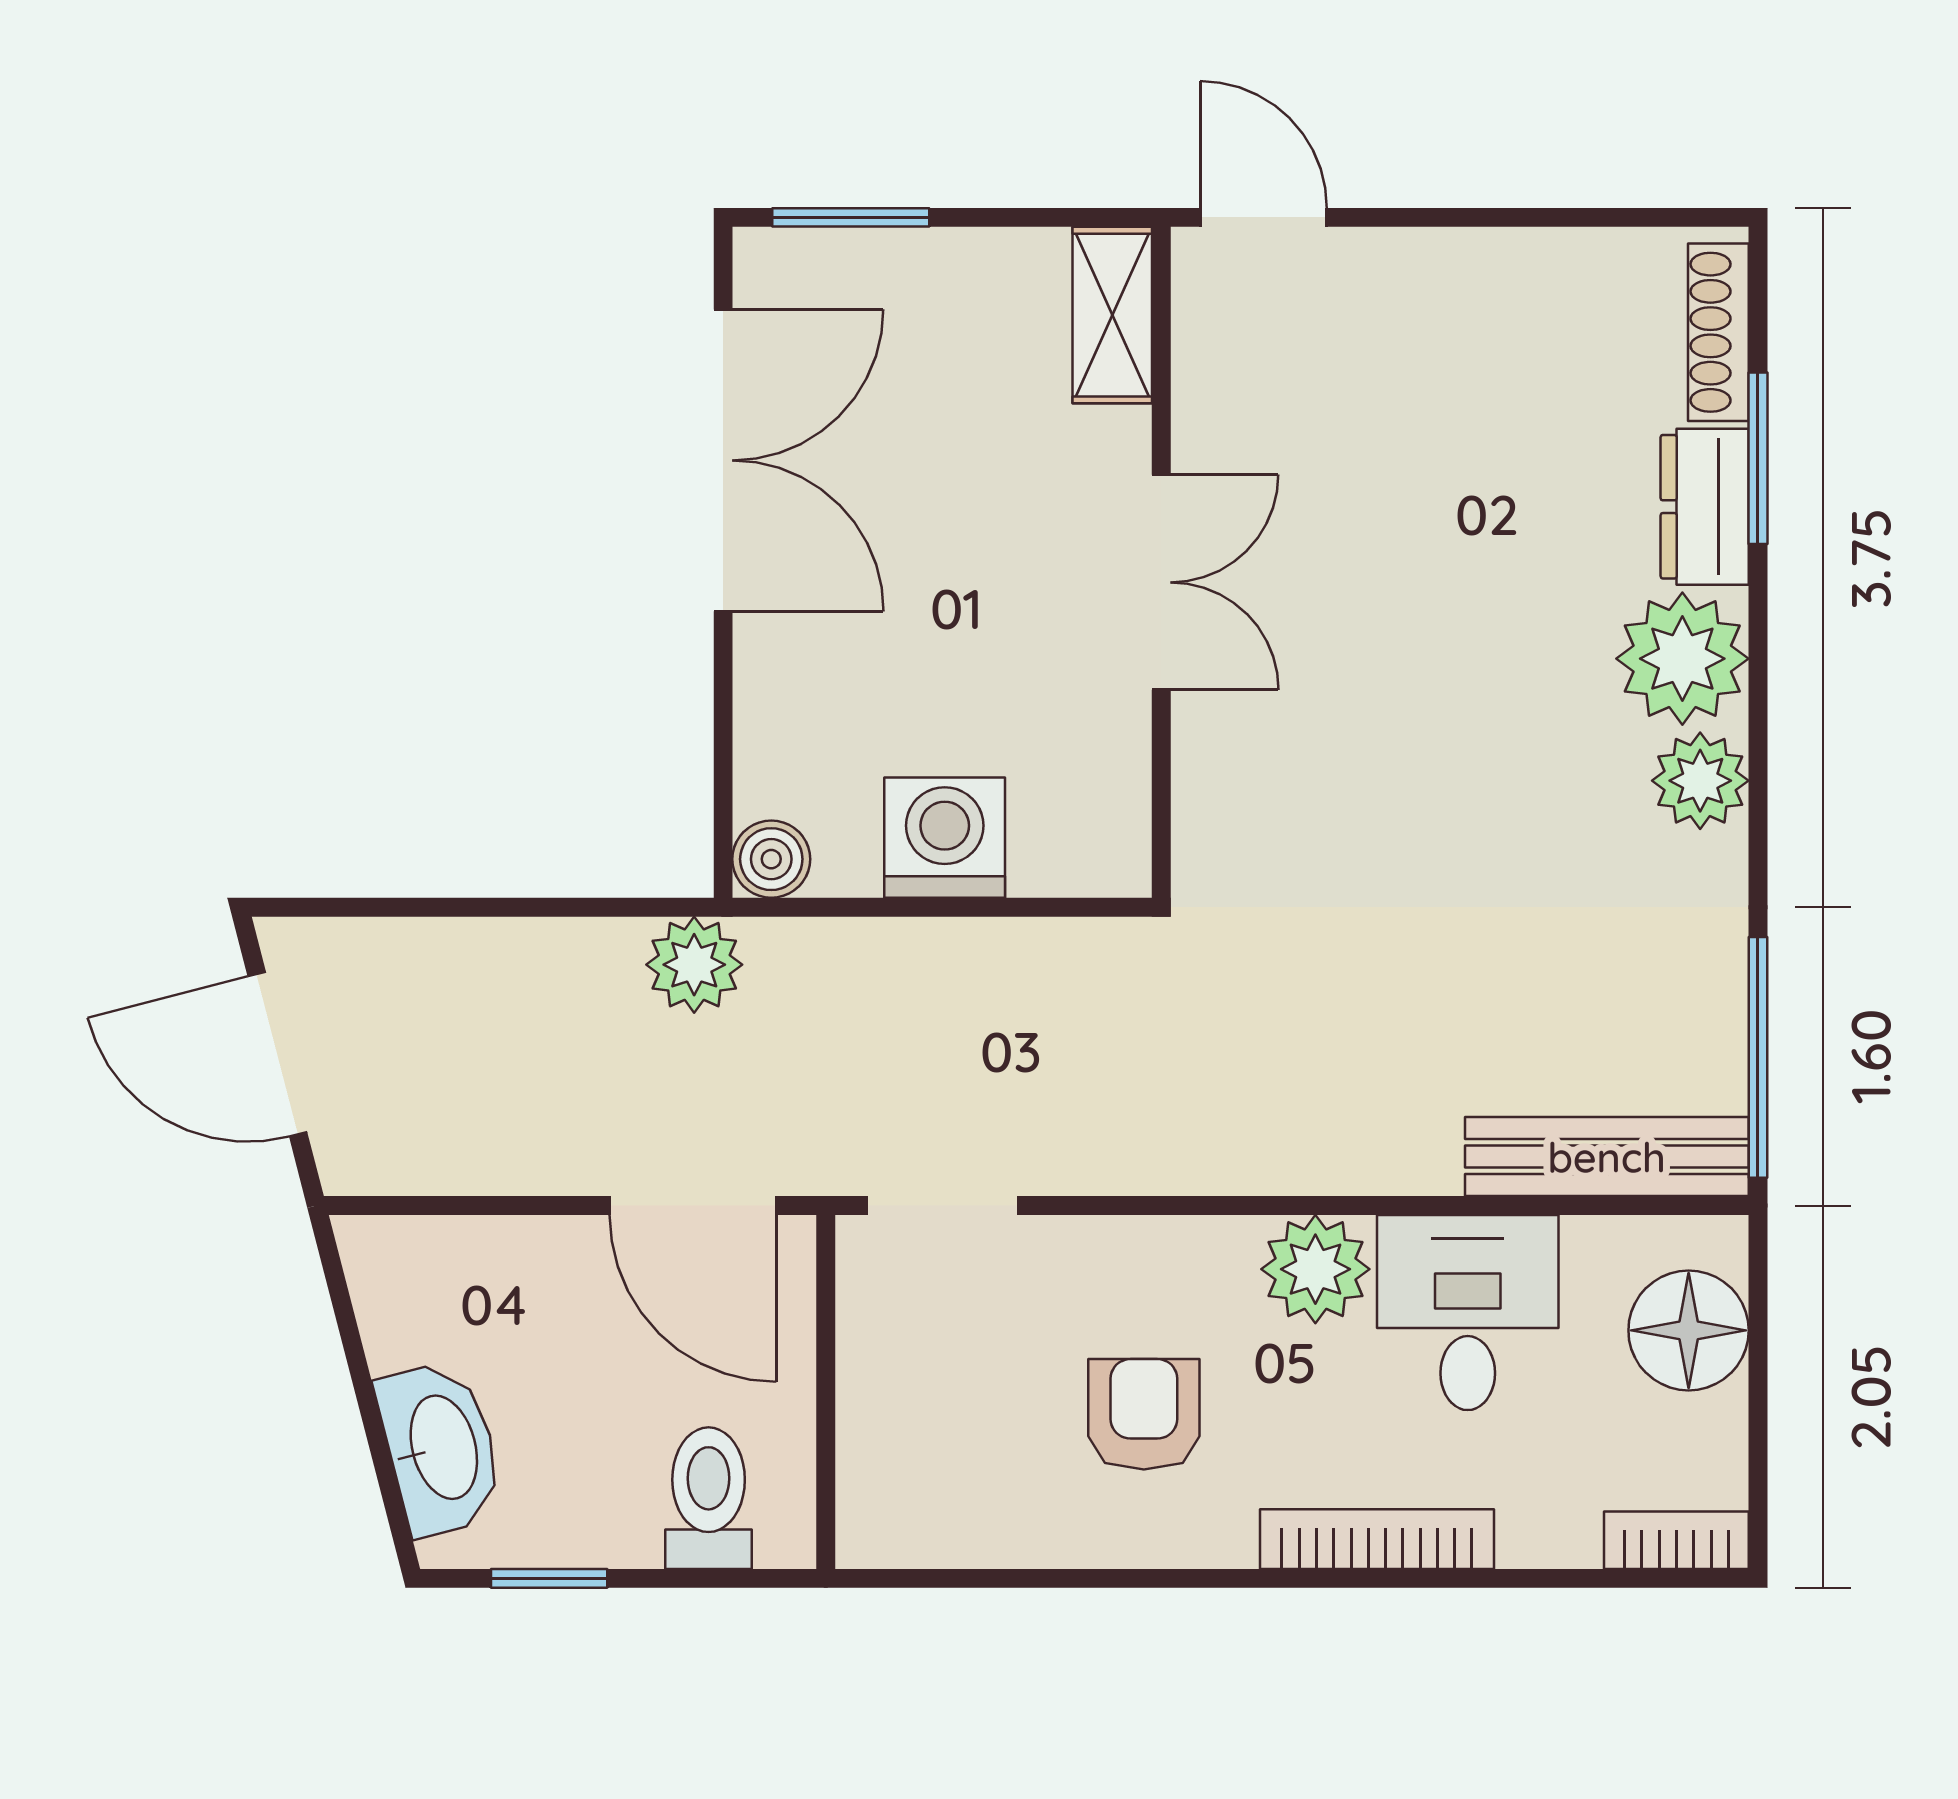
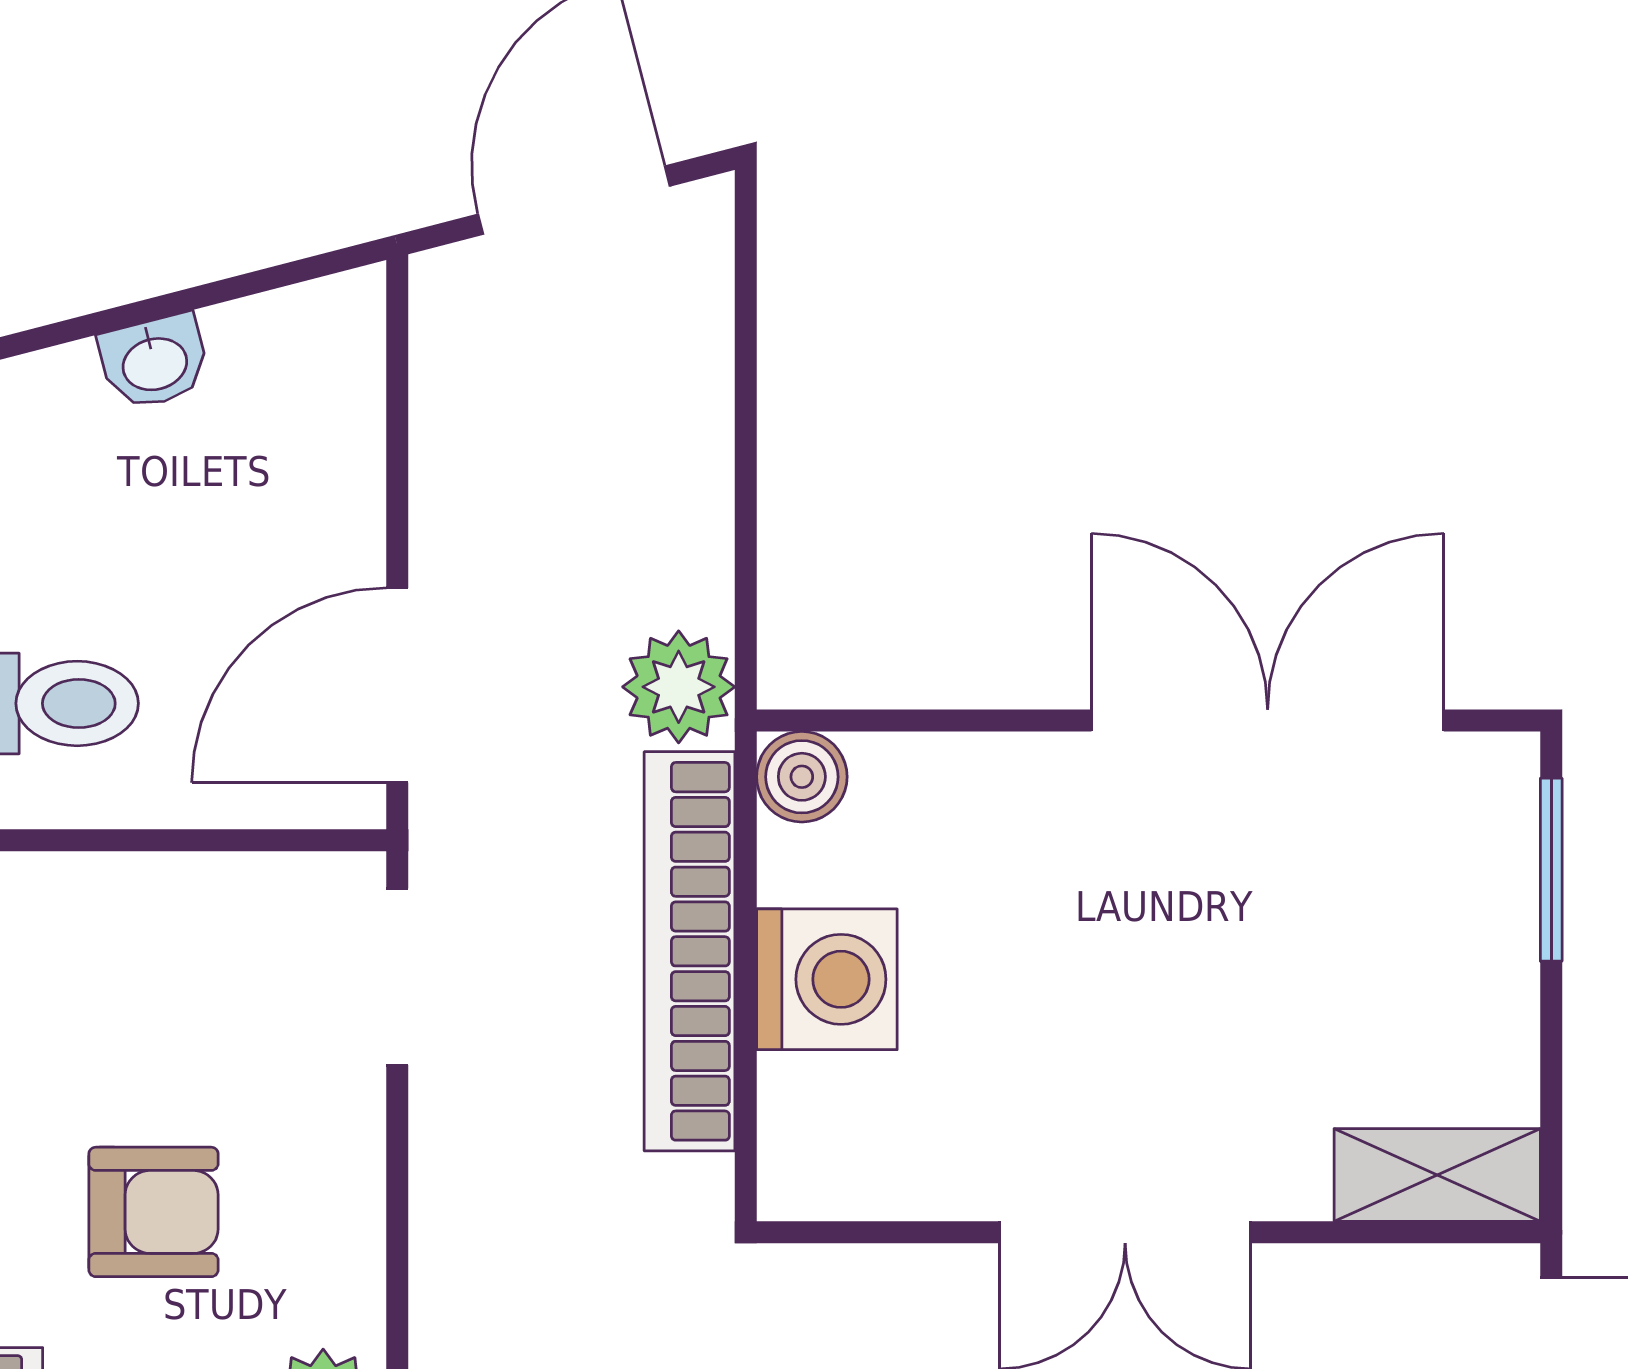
double door: (723, 460) -> (1268, 721), swing flipped
bookcase: (921, 955) -> (689, 951), added
washbasin: (441, 1448) -> (154, 362), width x0.52, depth x0.69

